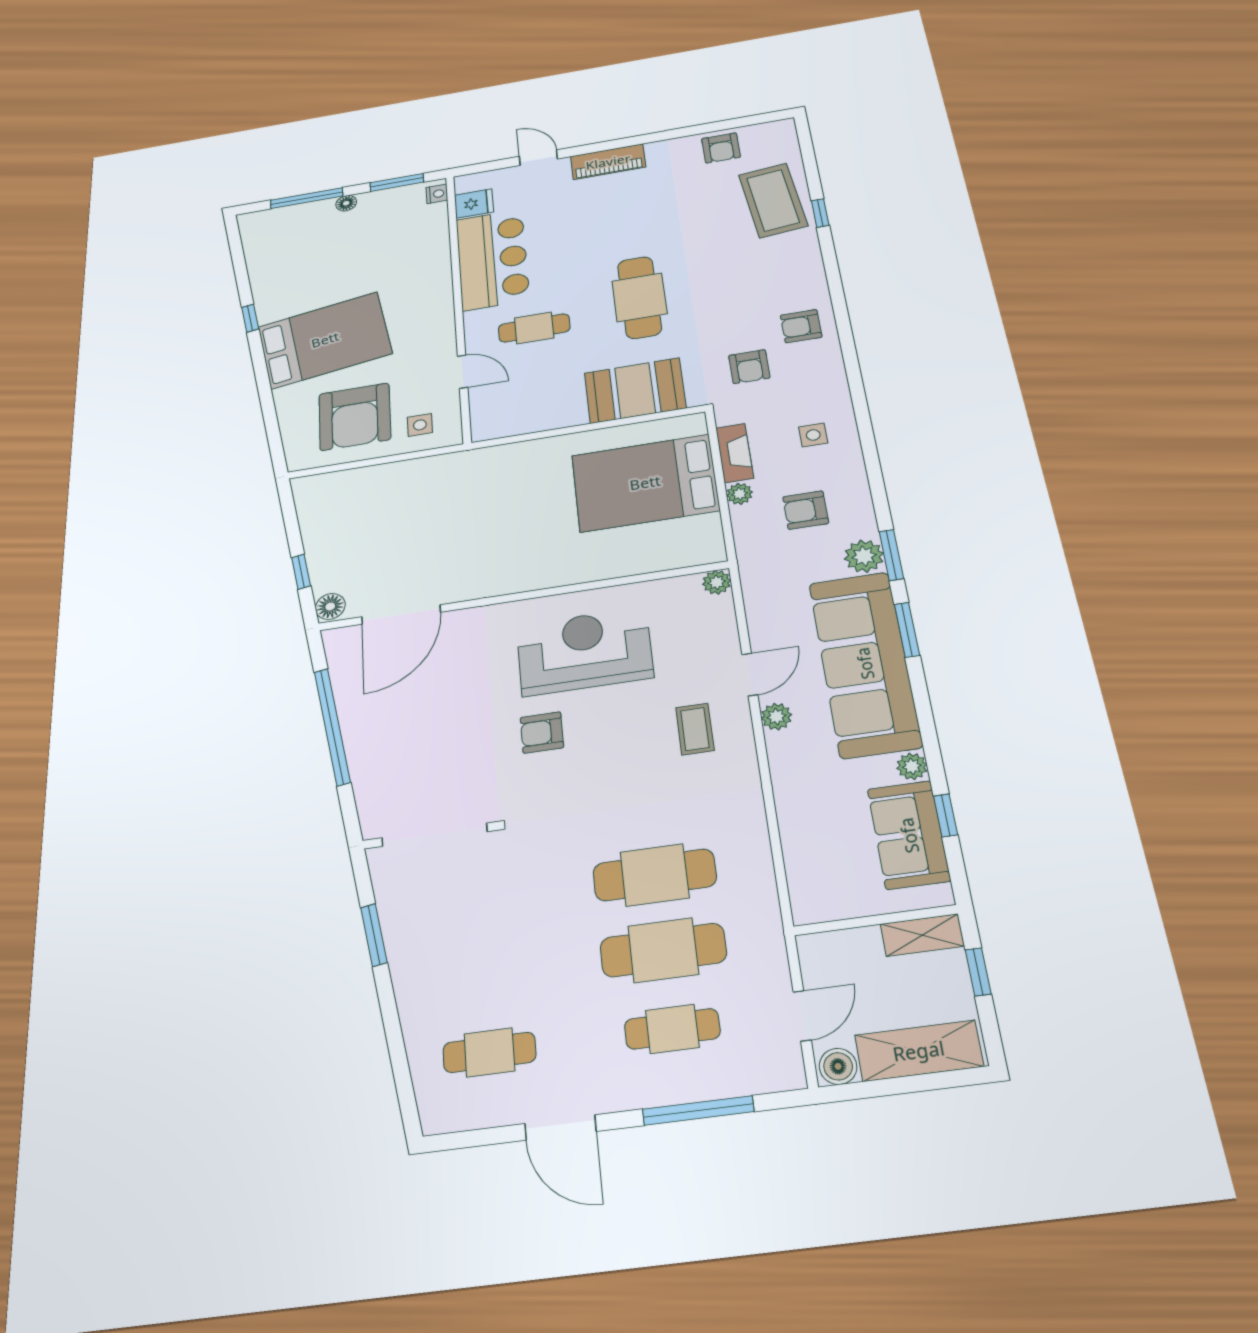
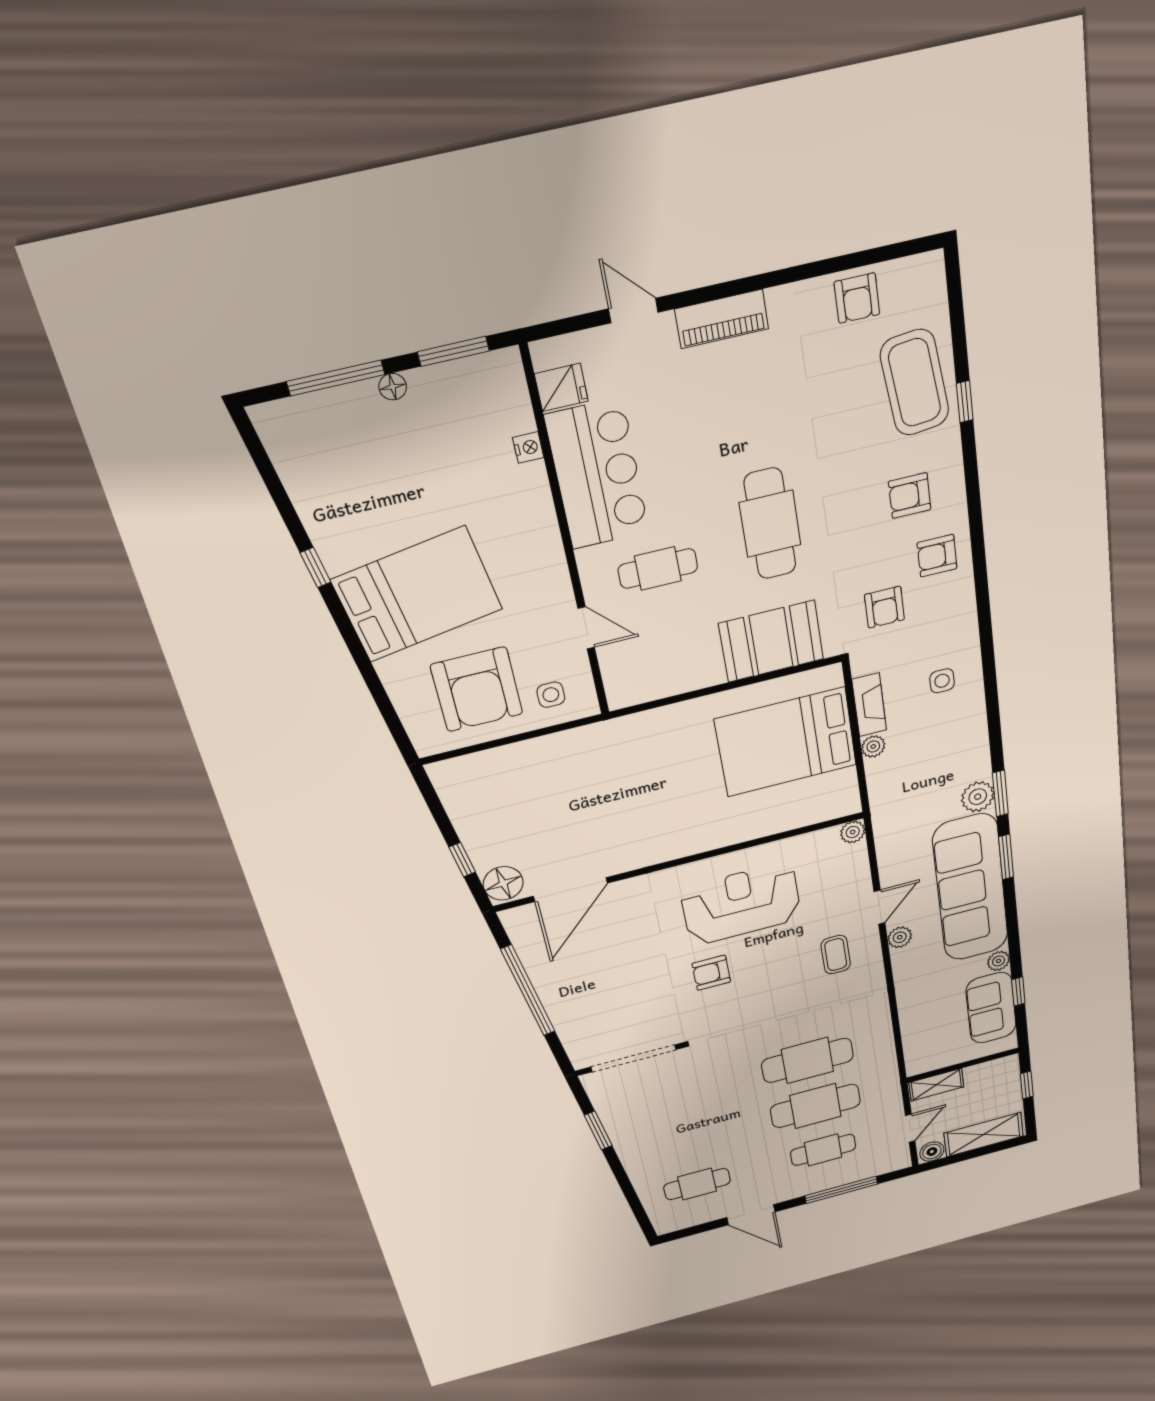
nightstand: (437, 194) -> (528, 447), moved
armchair: (806, 510) -> (910, 496), moved
floor lamp: (330, 606) -> (503, 883), width x1.38, depth x1.38
shelving: (922, 935) -> (936, 1085), moved

